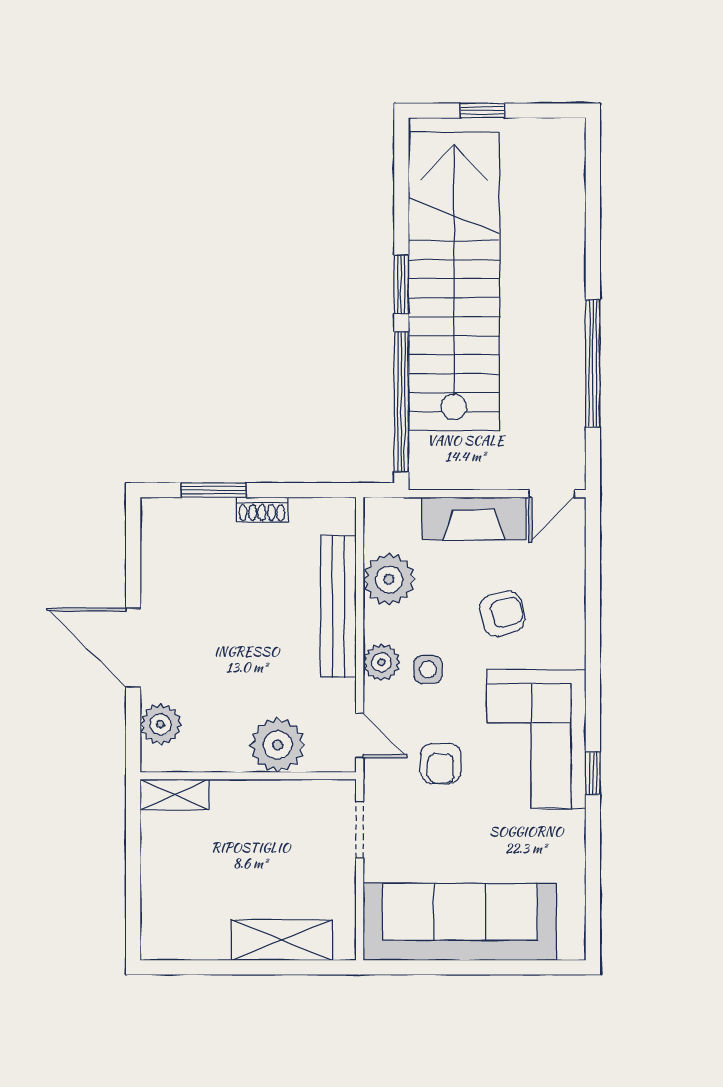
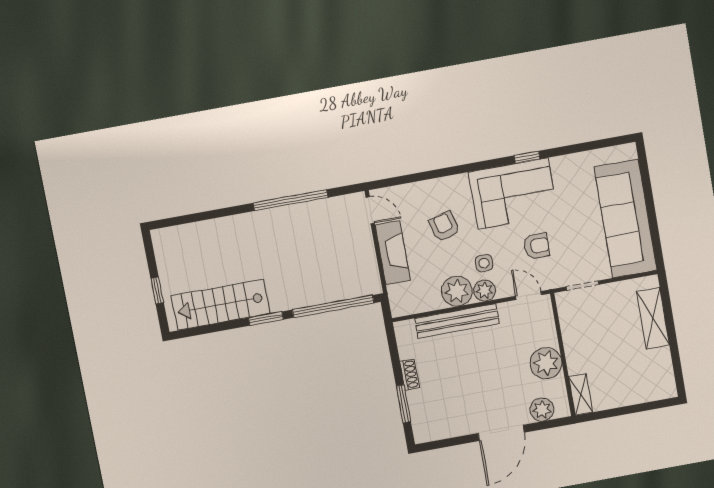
stairs: (454, 281) -> (221, 305), width x0.54, depth x0.66
plant: (389, 579) -> (457, 291), moved
door: (360, 735) -> (529, 295), hinge flipped
plant: (278, 745) -> (546, 363), moved

